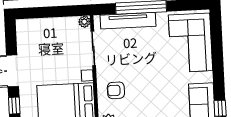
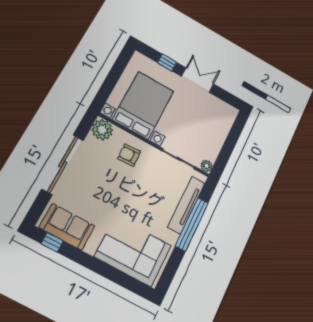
armchair: (116, 90) -> (129, 155), turned -93

